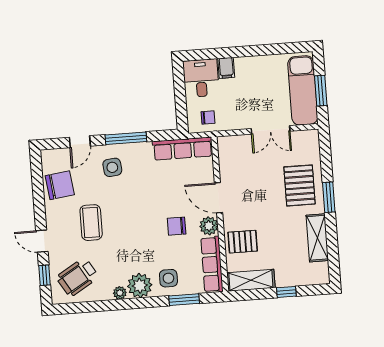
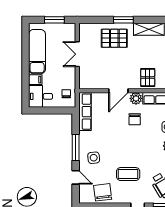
exam couch: (303, 90) -> (37, 52), moved, turned -90
double door: (271, 130) -> (77, 54), swing flipped

